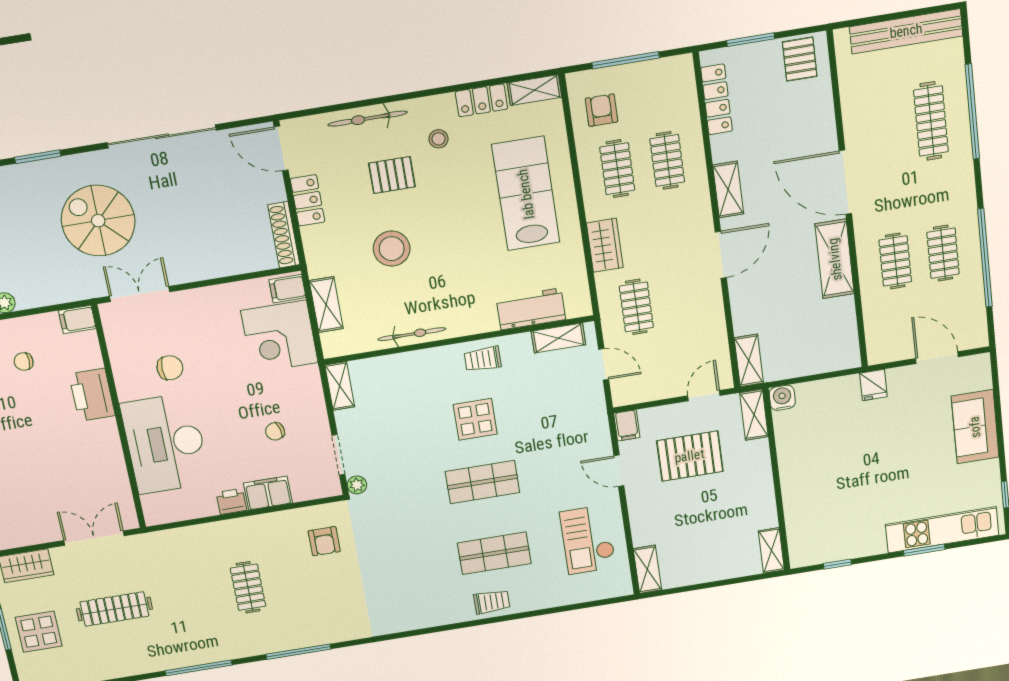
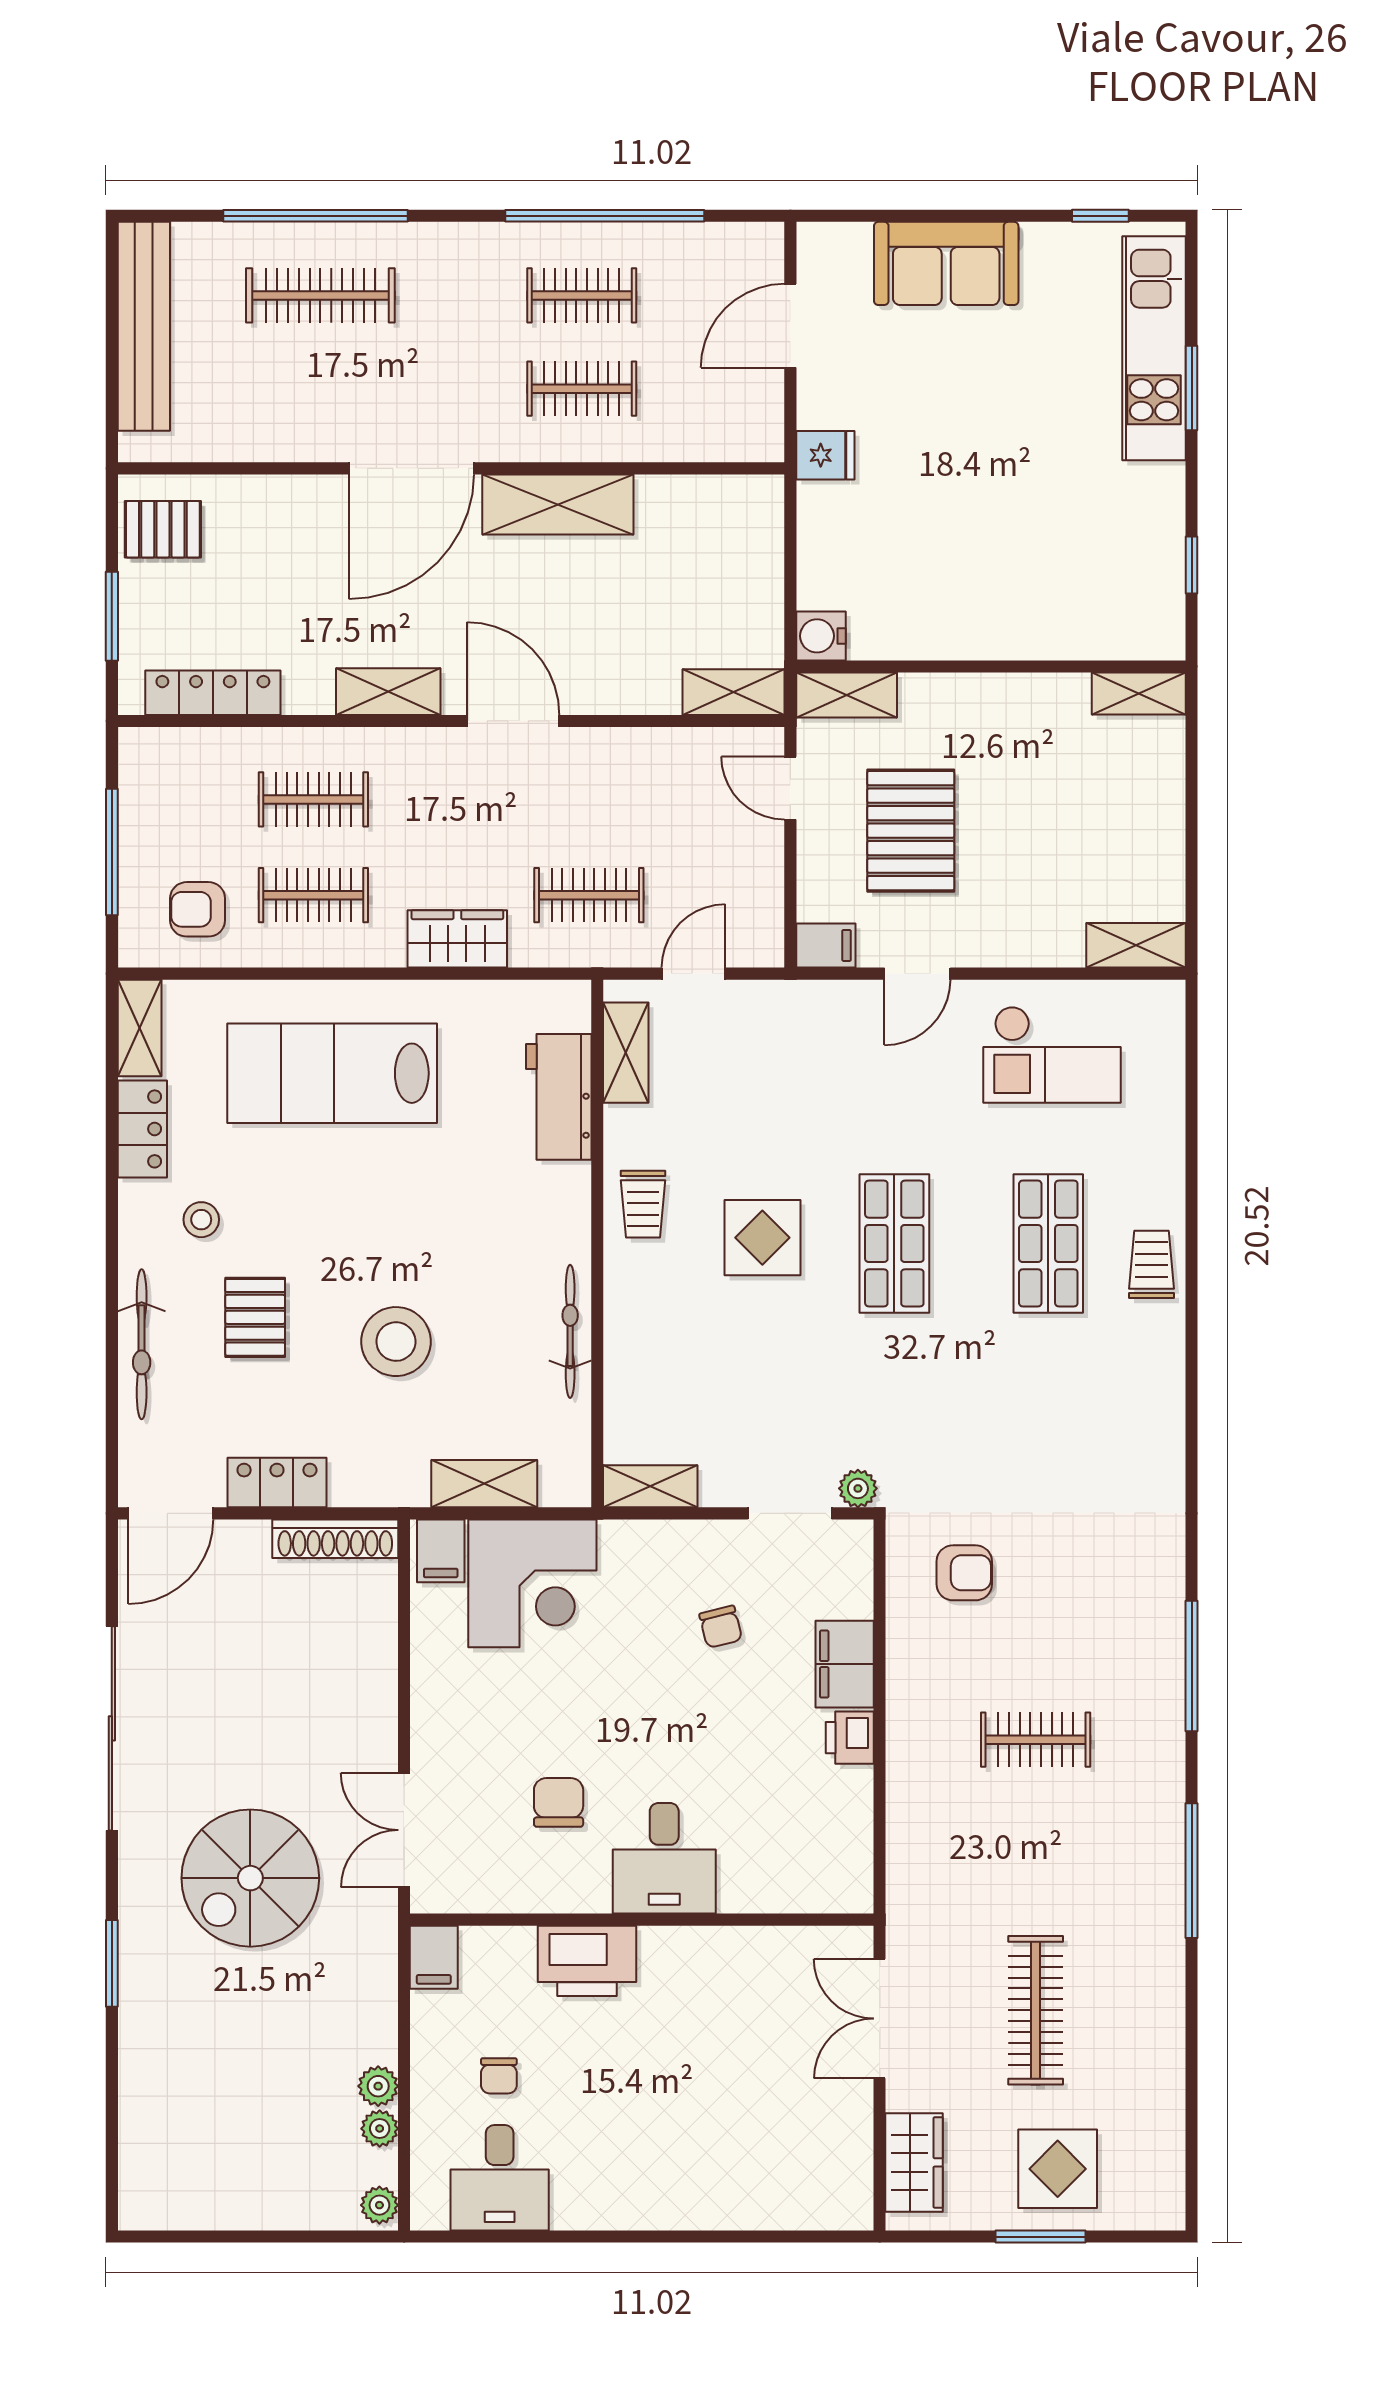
desk: (165, 444) -> (664, 1858), width x0.53, depth x0.77

